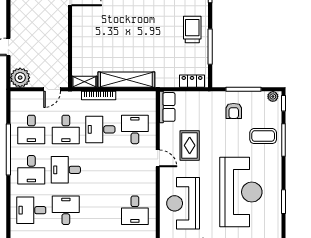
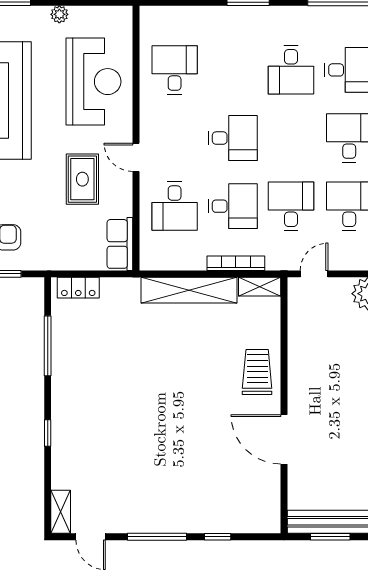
trolley: (192, 29) -> (257, 372), moved, turned 180
desk: (66, 170) -> (233, 138), moved

